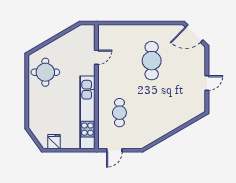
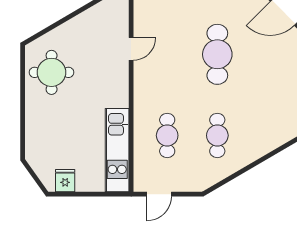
kitchen unit: (87, 112) -> (117, 150), width x0.73
cafe table: (152, 113) -> (217, 135), added

